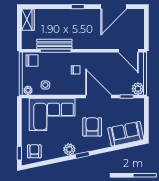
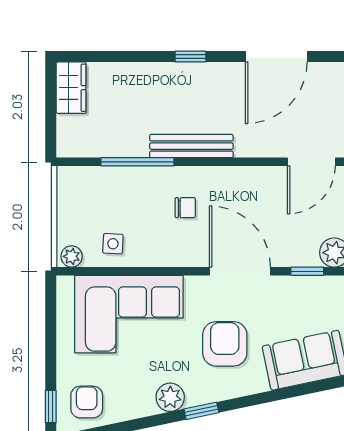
bench: (54, 44) -> (191, 146), moved
door: (128, 51) -> (311, 162), hinge flipped
chair: (32, 61) -> (81, 185), removed

